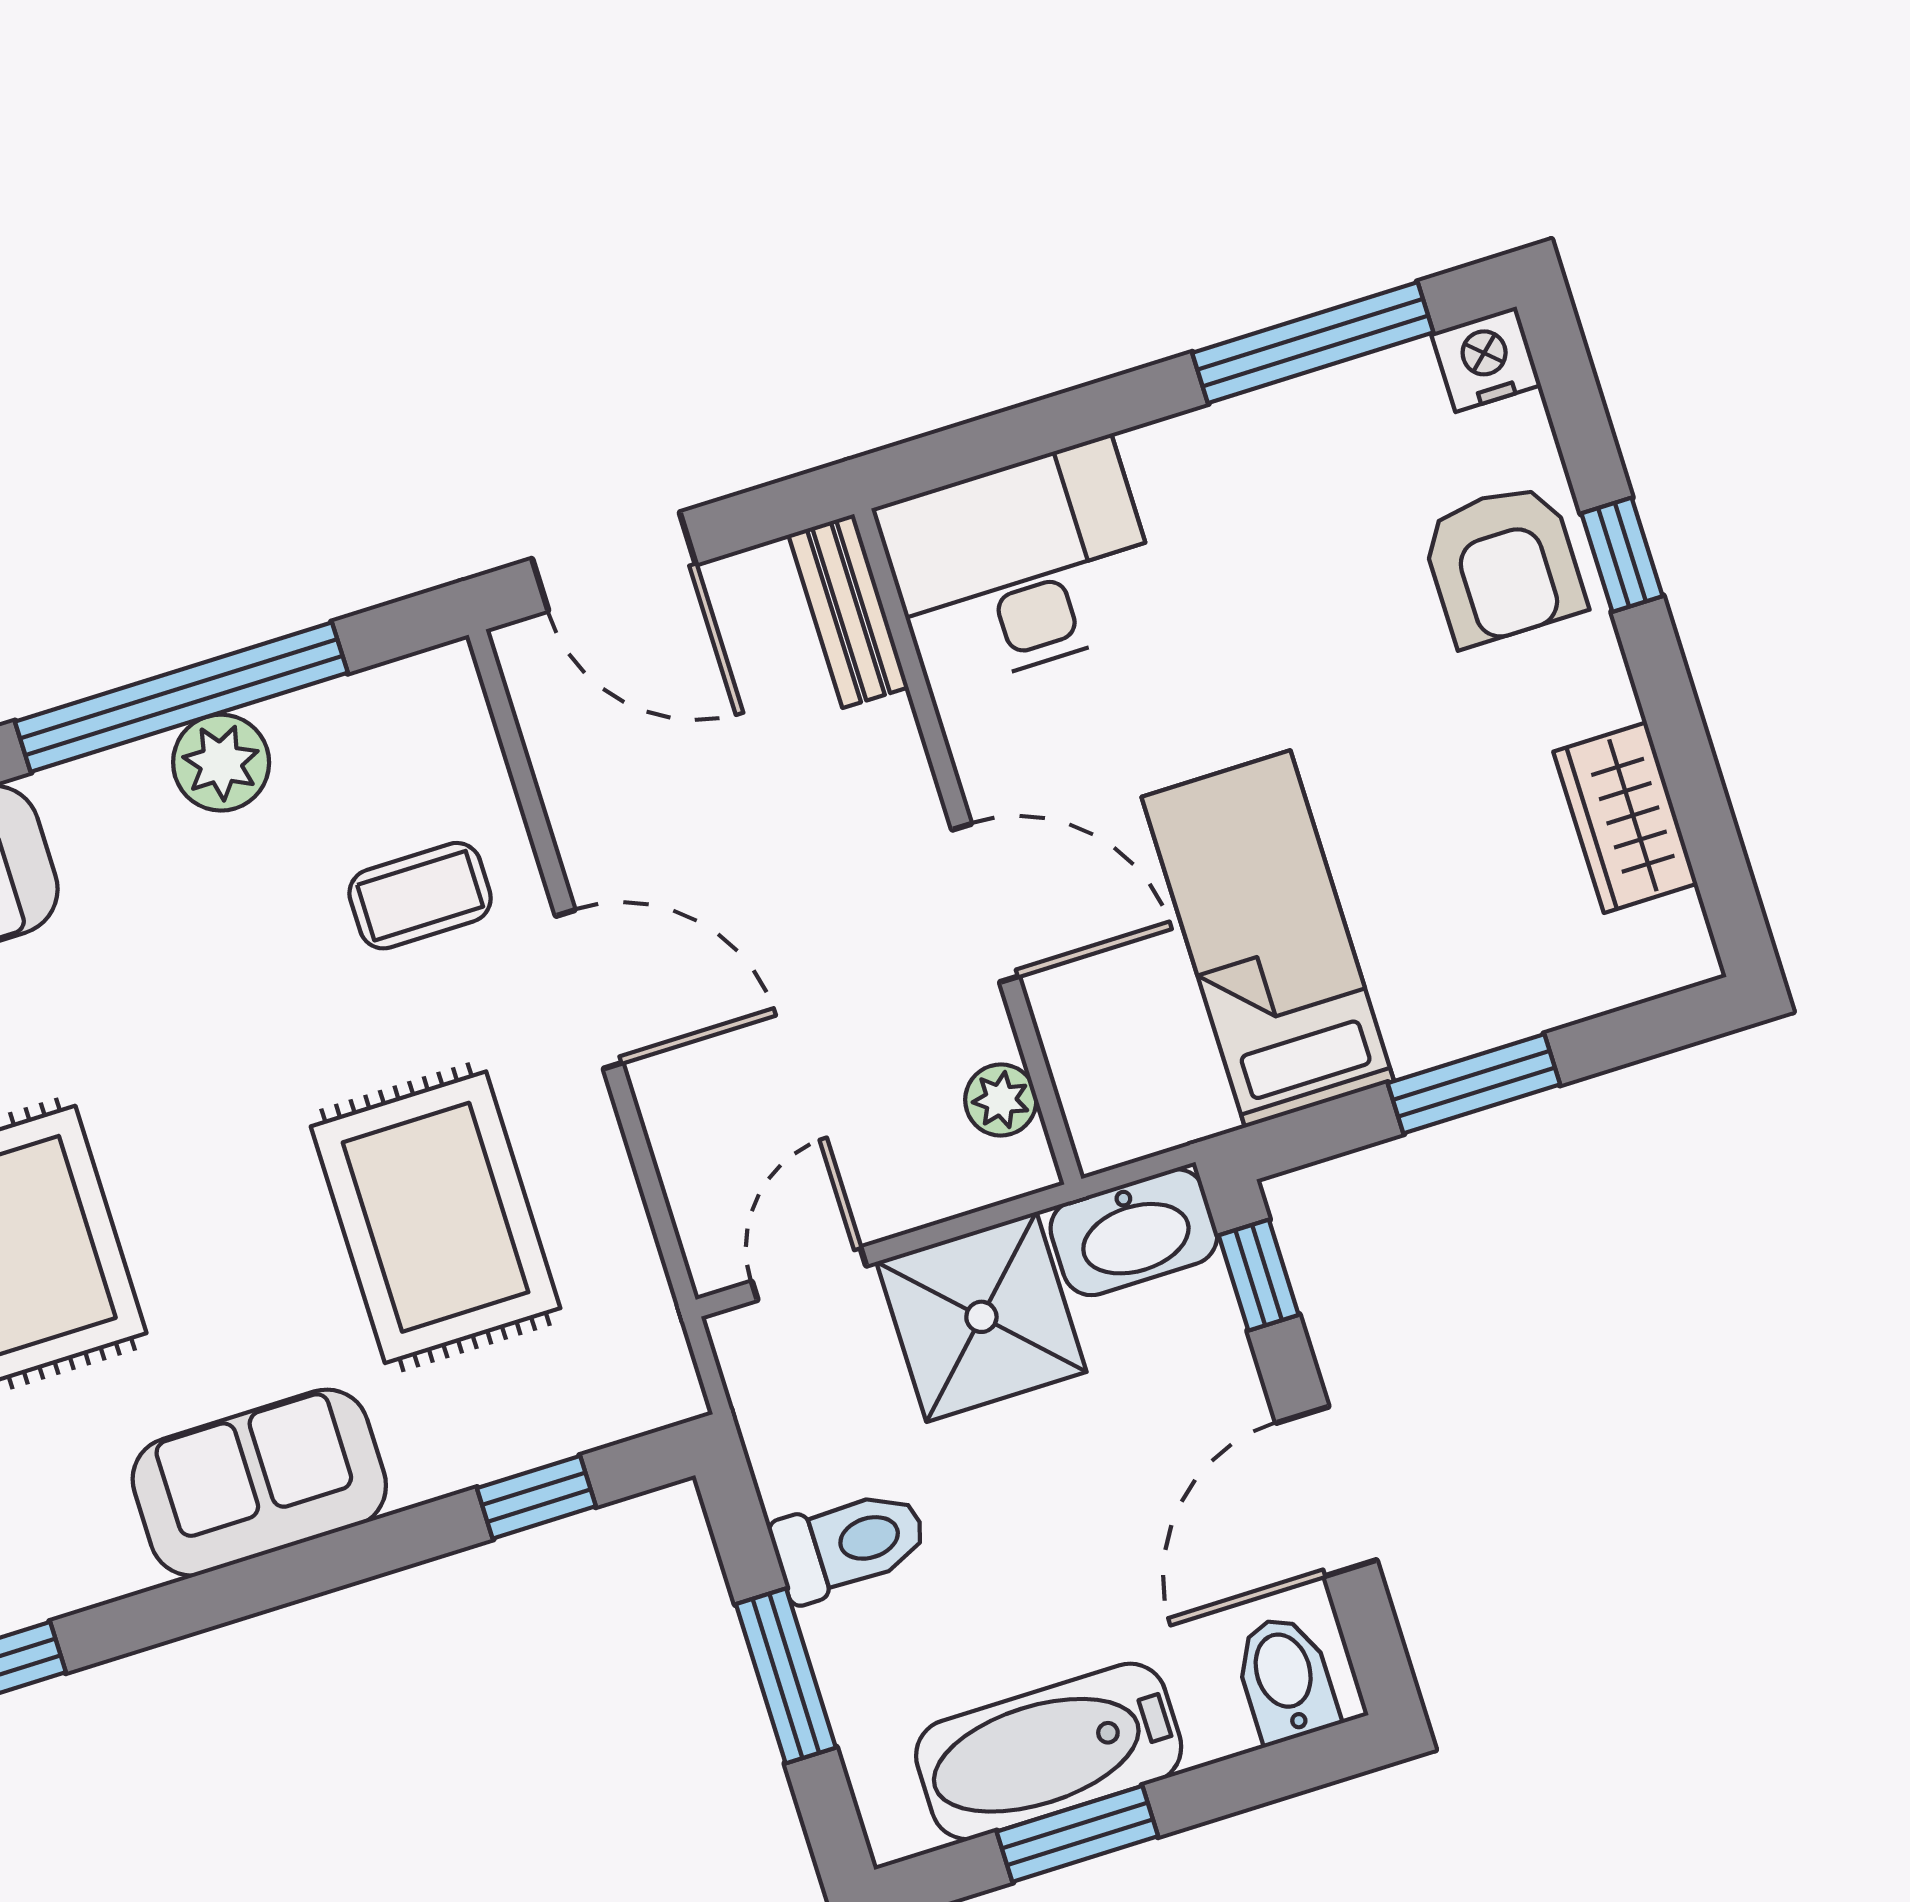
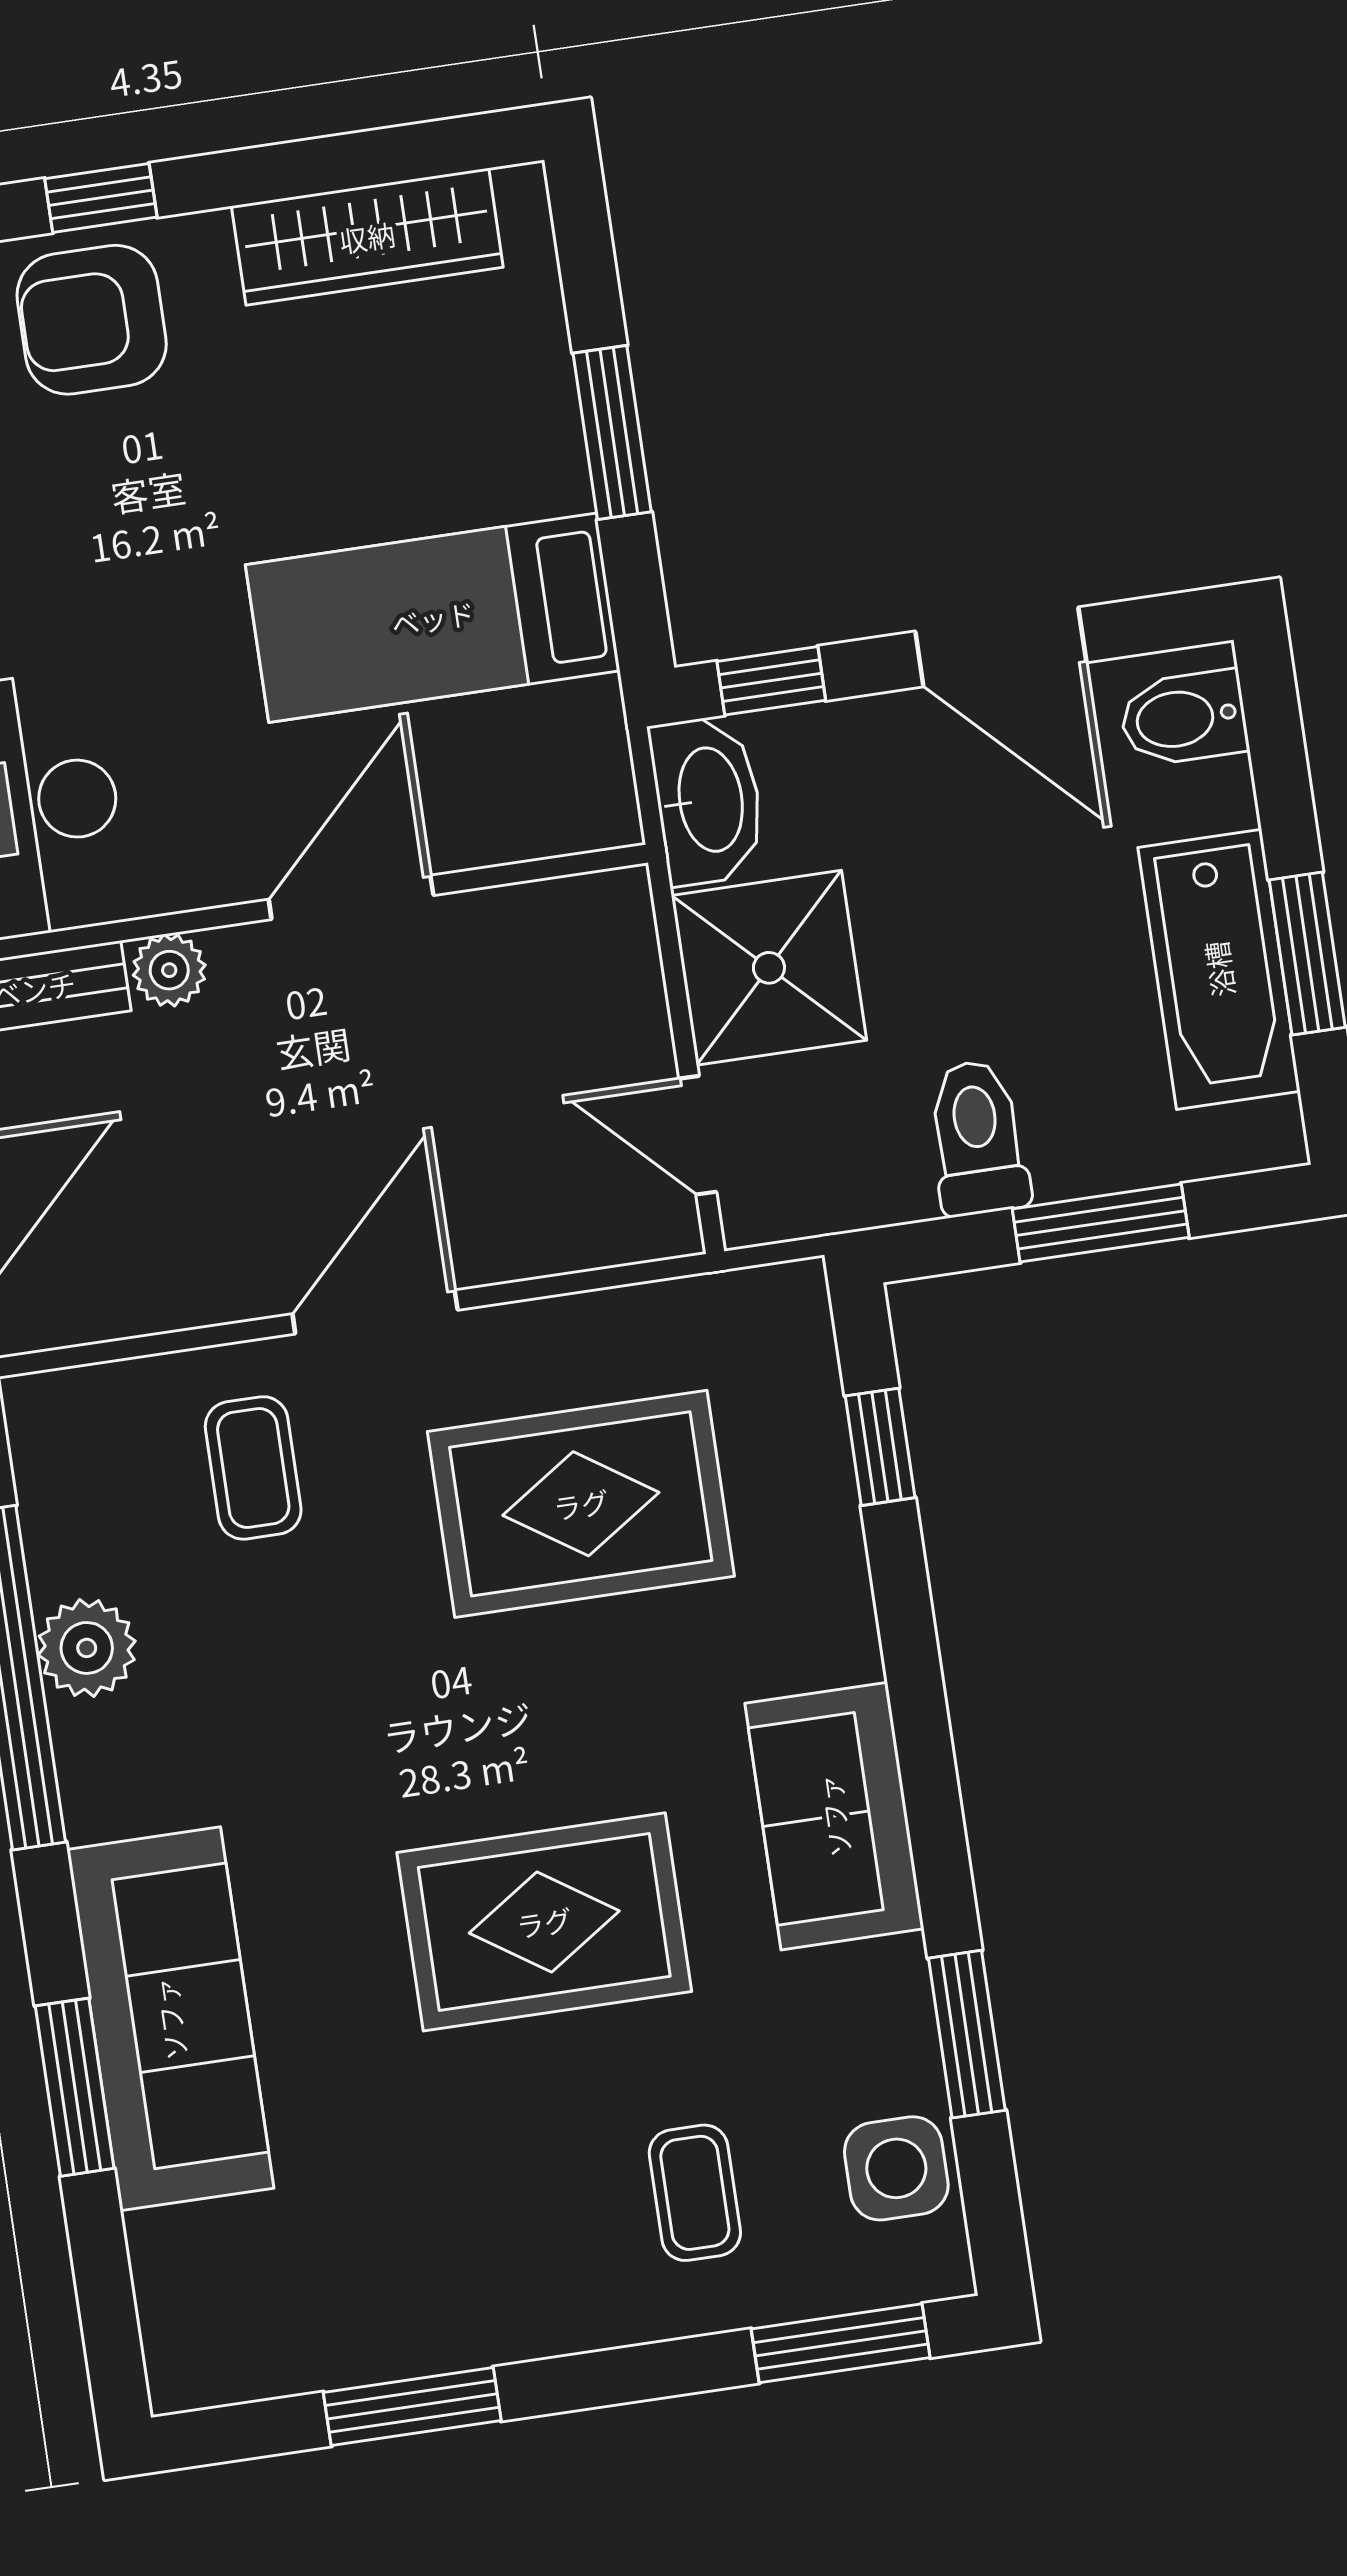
armchair: (1503, 564) -> (92, 320), turned 180
wardrobe: (1625, 818) -> (367, 237), width x1.50
plant: (1001, 1100) -> (169, 970), moved
sofa: (259, 1483) -> (834, 1816), moved

